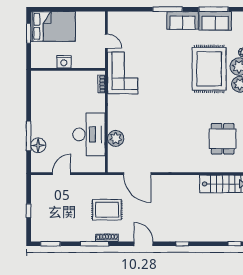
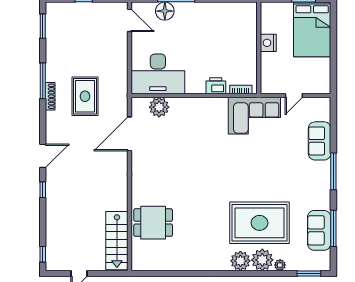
sofa: (183, 20) -> (320, 141), moved
printer: (98, 104) -> (216, 86), added
desk: (89, 134) -> (158, 74), moved
plant: (116, 138) -> (159, 107), moved
dining table: (223, 139) -> (153, 223), moved
door: (62, 174) -> (130, 20), moved
door: (144, 244) -> (43, 156), moved

